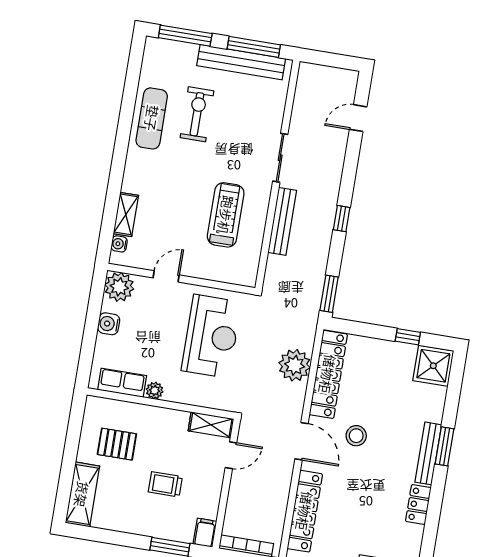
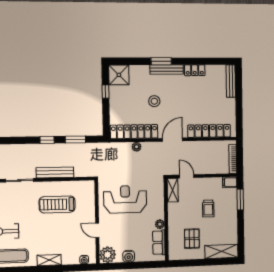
shelving: (126, 214) -> (49, 260), moved
window: (329, 294) -> (75, 139), moved
plant: (295, 365) -> (137, 147), width x0.53, depth x0.53
stool: (356, 436) -> (154, 101), moved

